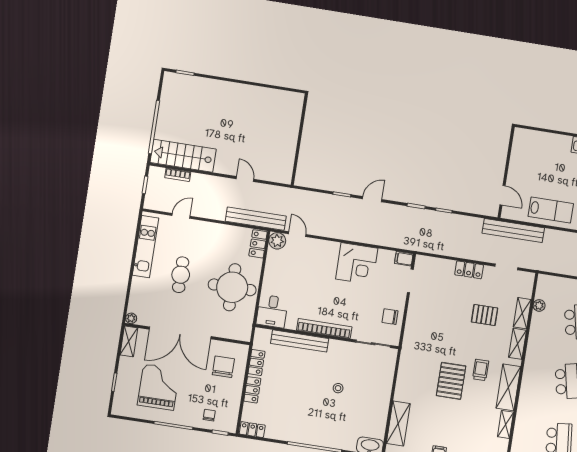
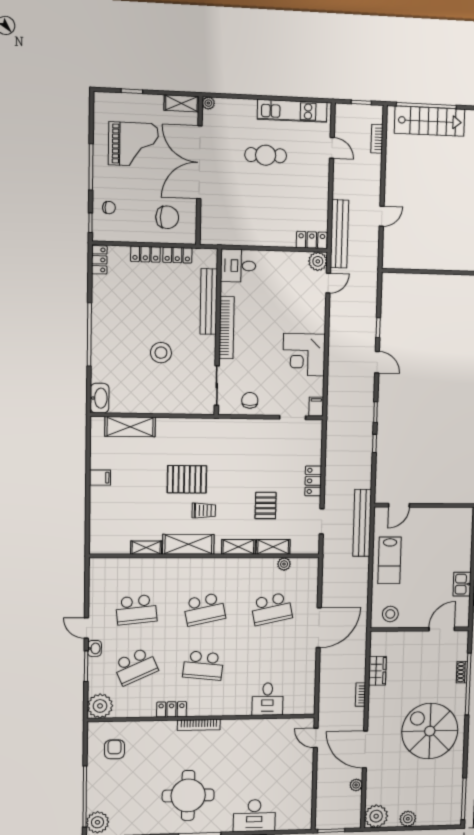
stairs: (183, 156) -> (430, 121), moved, turned 90
round table: (232, 287) -> (259, 216), removed
stool: (338, 388) -> (161, 353), width x1.89, depth x1.89

